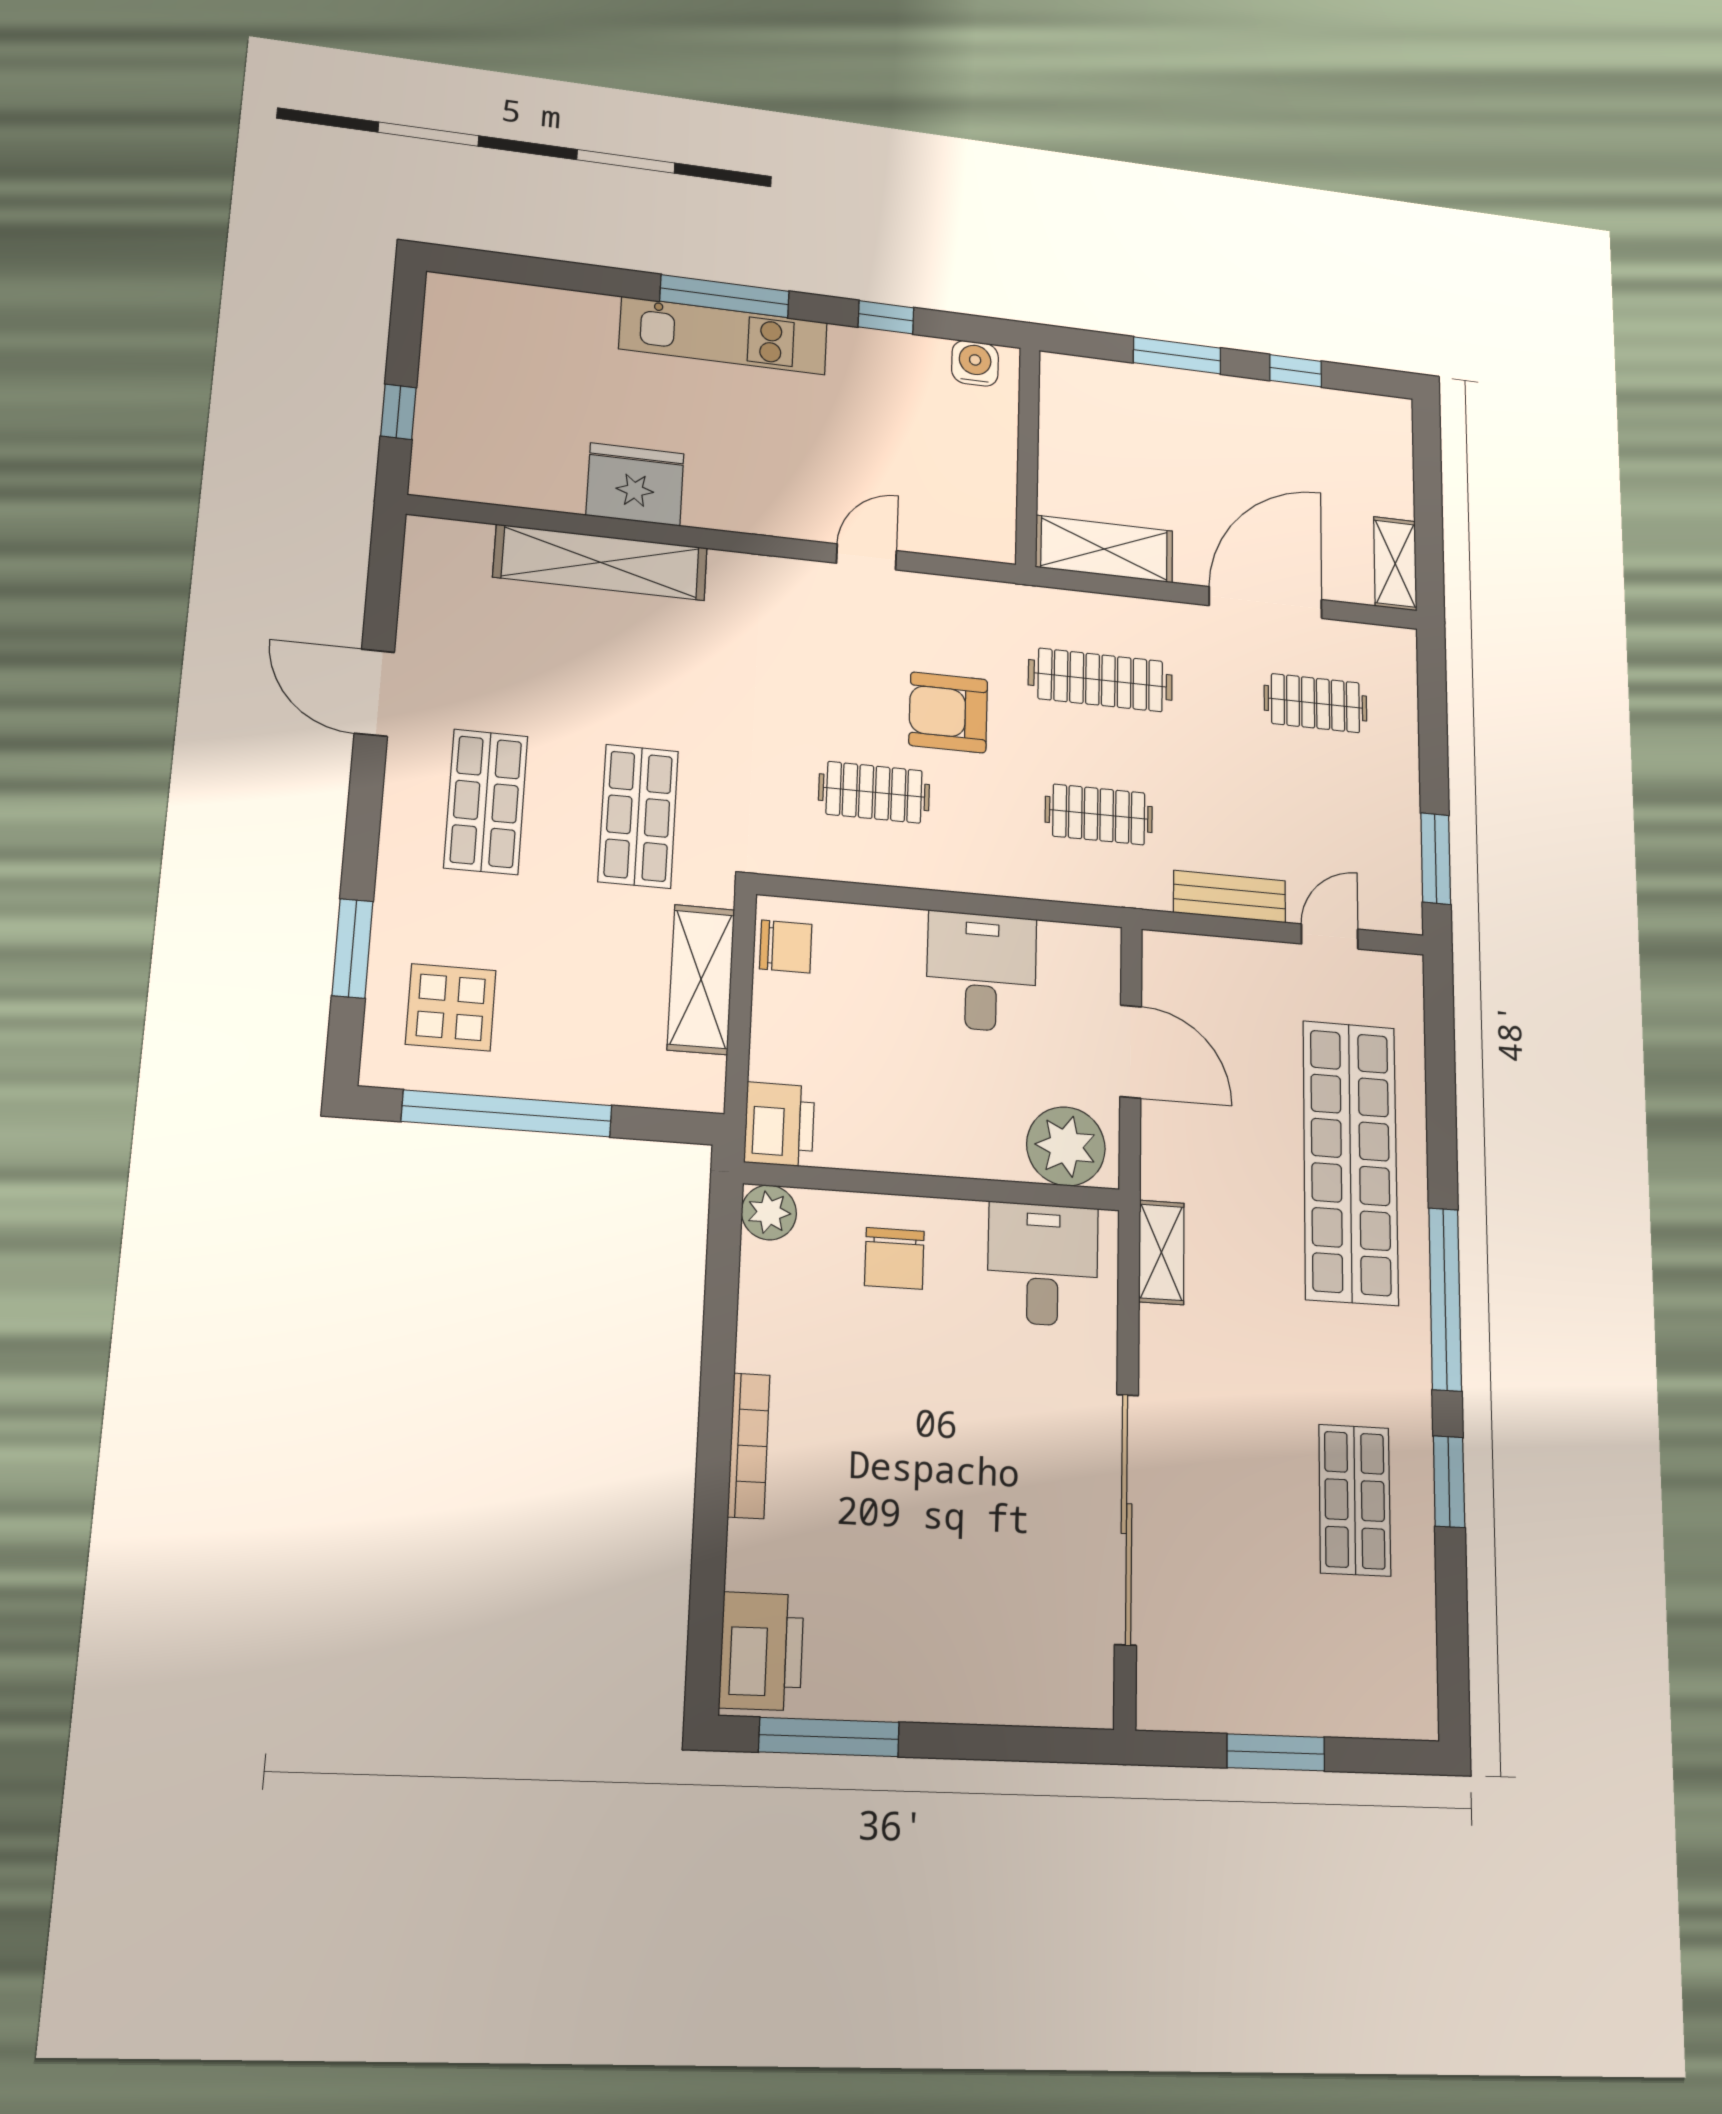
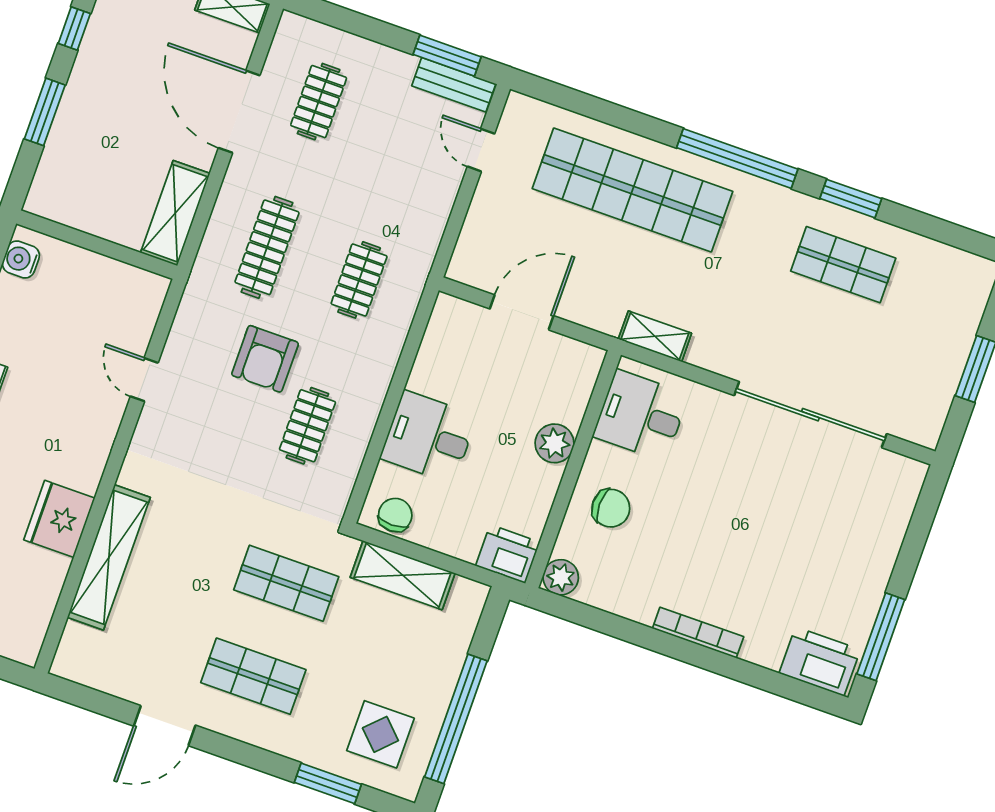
bench: (1230, 897) -> (454, 85), moved, turned 90
desk: (981, 972) -> (429, 437), moved
plant: (1066, 1146) -> (555, 443), moved, width x0.73, depth x0.73

